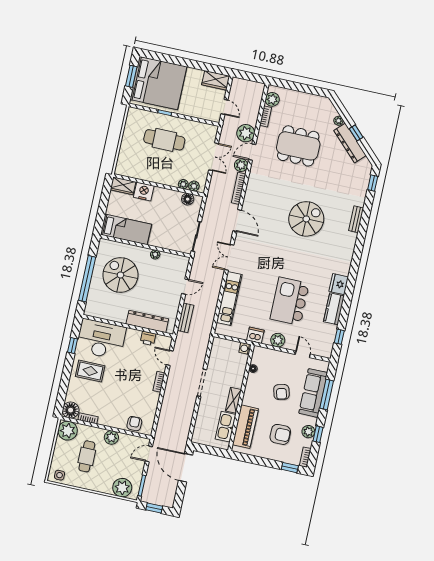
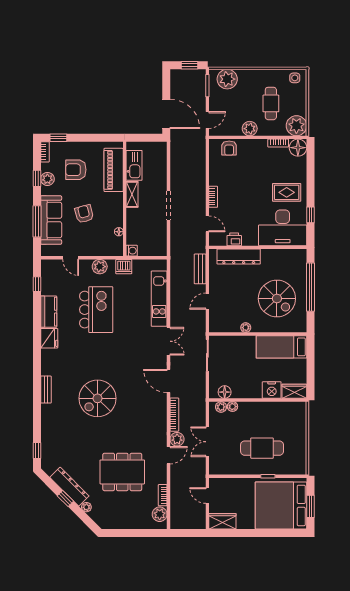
plant: (246, 133) -> (179, 473), removed
bench: (356, 219) -> (46, 390), moved

